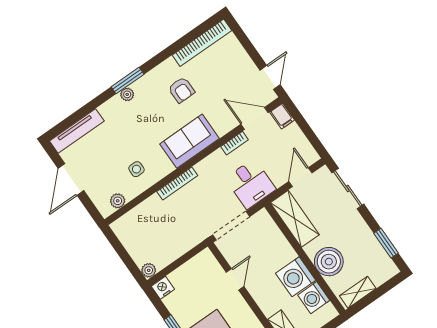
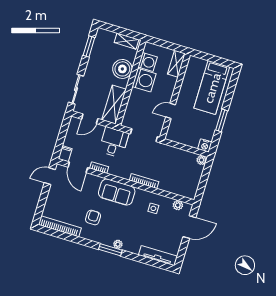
door: (71, 180) -> (189, 227), moved

